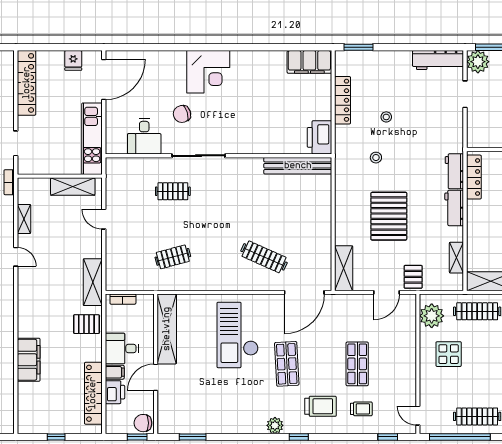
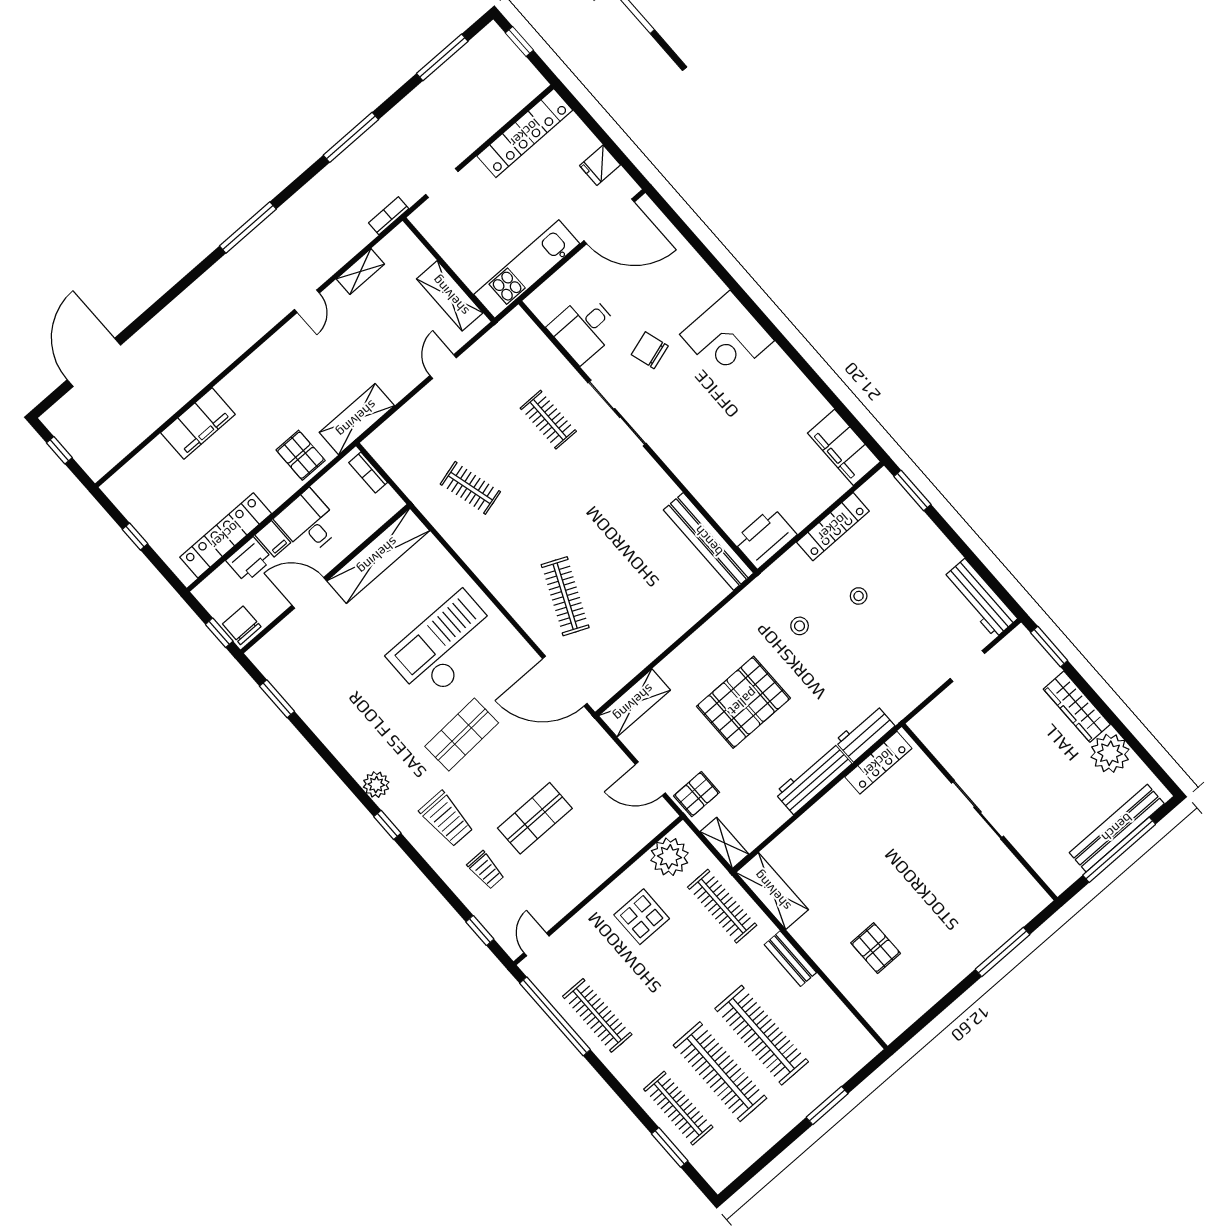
plant: (478, 62) -> (1020, 647), removed
workbench: (454, 208) -> (813, 778), width x1.38
shelving: (456, 258) -> (724, 843), moved, turned 90

